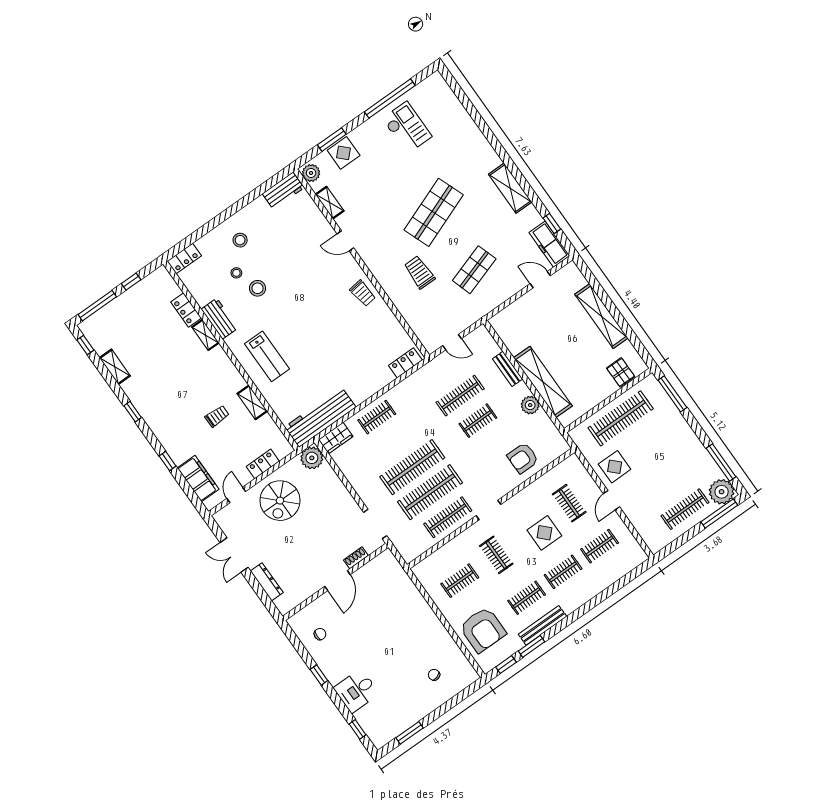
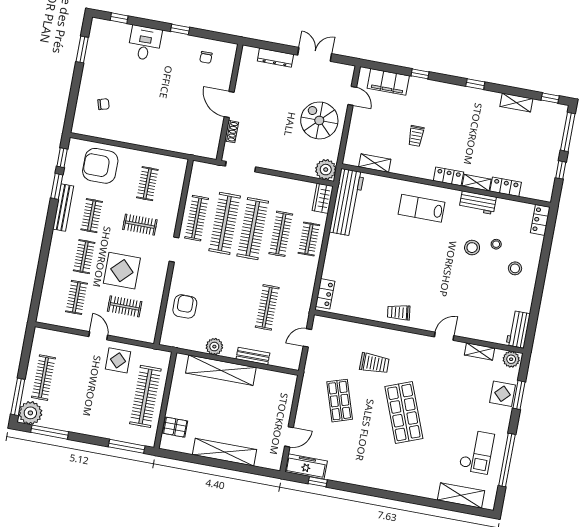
checkout: (407, 128) -> (477, 452), turned -90
shelving: (510, 188) -> (461, 495), moved
shelving: (252, 402) -> (375, 163), moved
clothes rail: (478, 421) -> (281, 234), moved, width x1.36
locker: (263, 464) -> (448, 176), moved, turned -90
display table: (544, 533) -> (122, 271), width x1.36, depth x1.36

